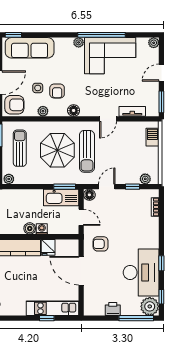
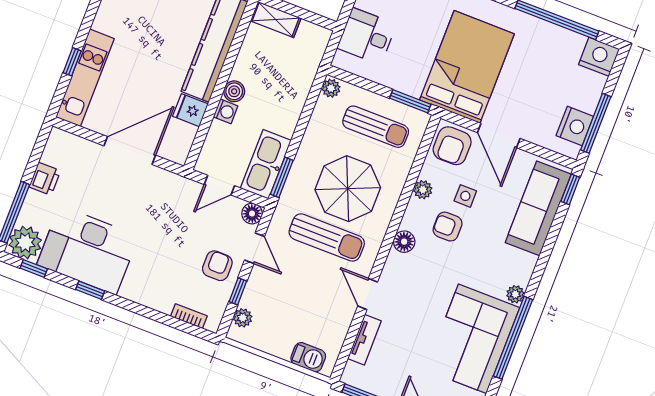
sun lounger: (87, 151) -> (327, 238), turned 180
armchair: (101, 244) -> (217, 266), moved

